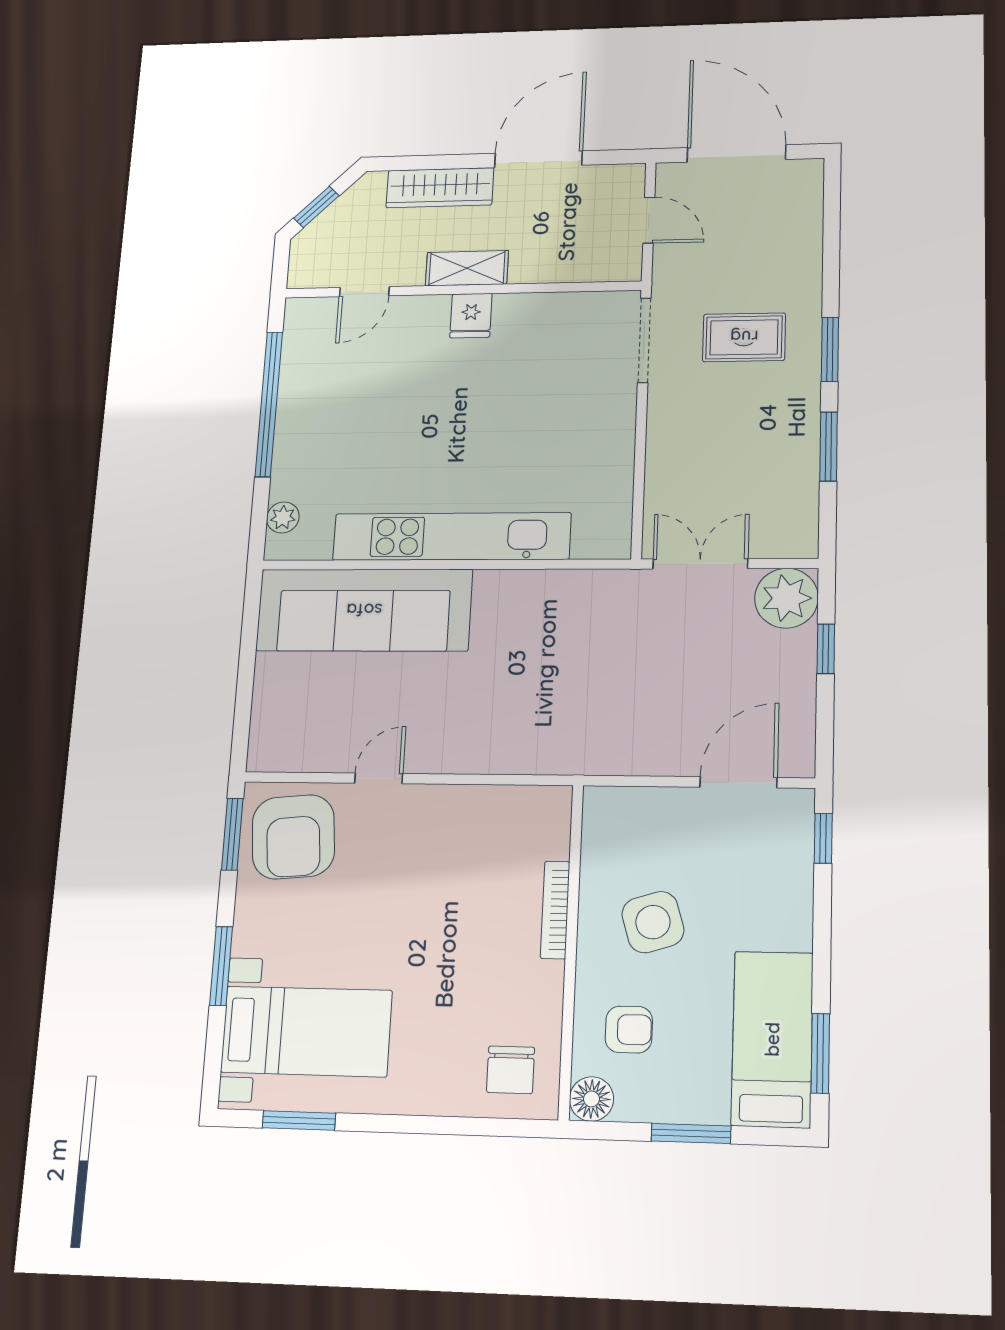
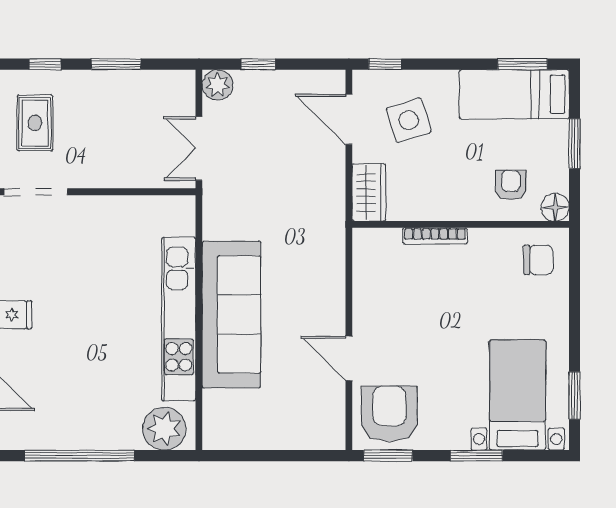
window: (830, 349) -> (45, 64), width x0.67
plant: (283, 517) -> (164, 429), width x1.88, depth x1.88
plant: (786, 598) -> (218, 85), width x0.73, depth x0.73
sofa: (364, 610) -> (231, 314), moved
door: (379, 778) -> (349, 358), width x1.38
wardrobe: (626, 811) -> (369, 192), added
armchair: (293, 837) -> (389, 414), turned -85
side table: (653, 922) -> (409, 120), moved

